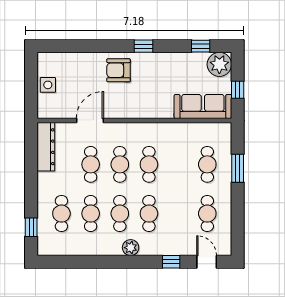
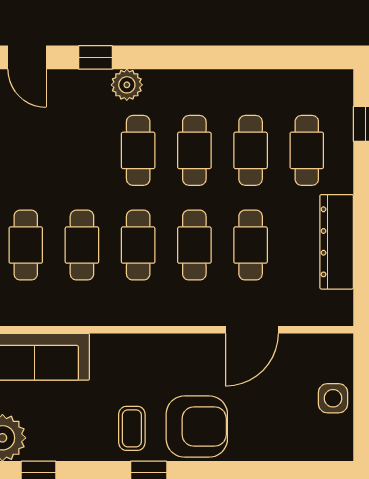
coffee table: (152, 69) -> (132, 428), added
armchair: (119, 70) -> (197, 427), width x1.36, depth x1.36
dresser: (46, 147) -> (337, 242), moved
cafe table: (207, 214) -> (82, 245), moved
plant: (131, 248) -> (127, 85), moved

